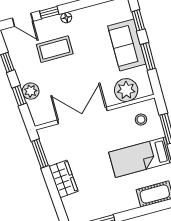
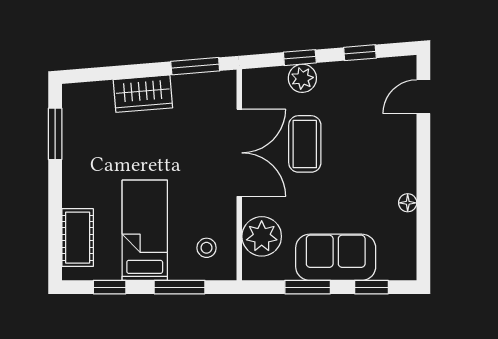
window: (49, 13) -> (423, 144), removed
floor lamp: (66, 18) -> (408, 203), moved
coffee table: (55, 49) -> (305, 144), moved

